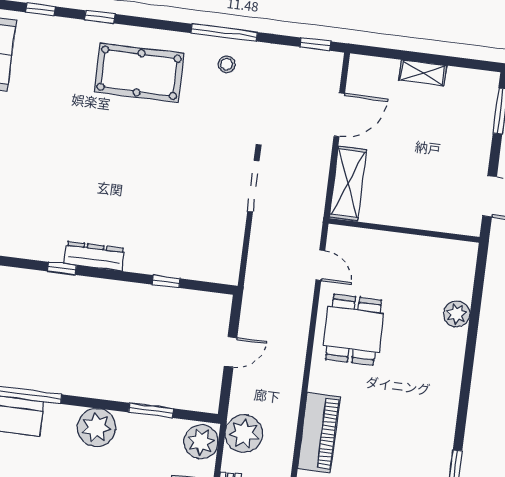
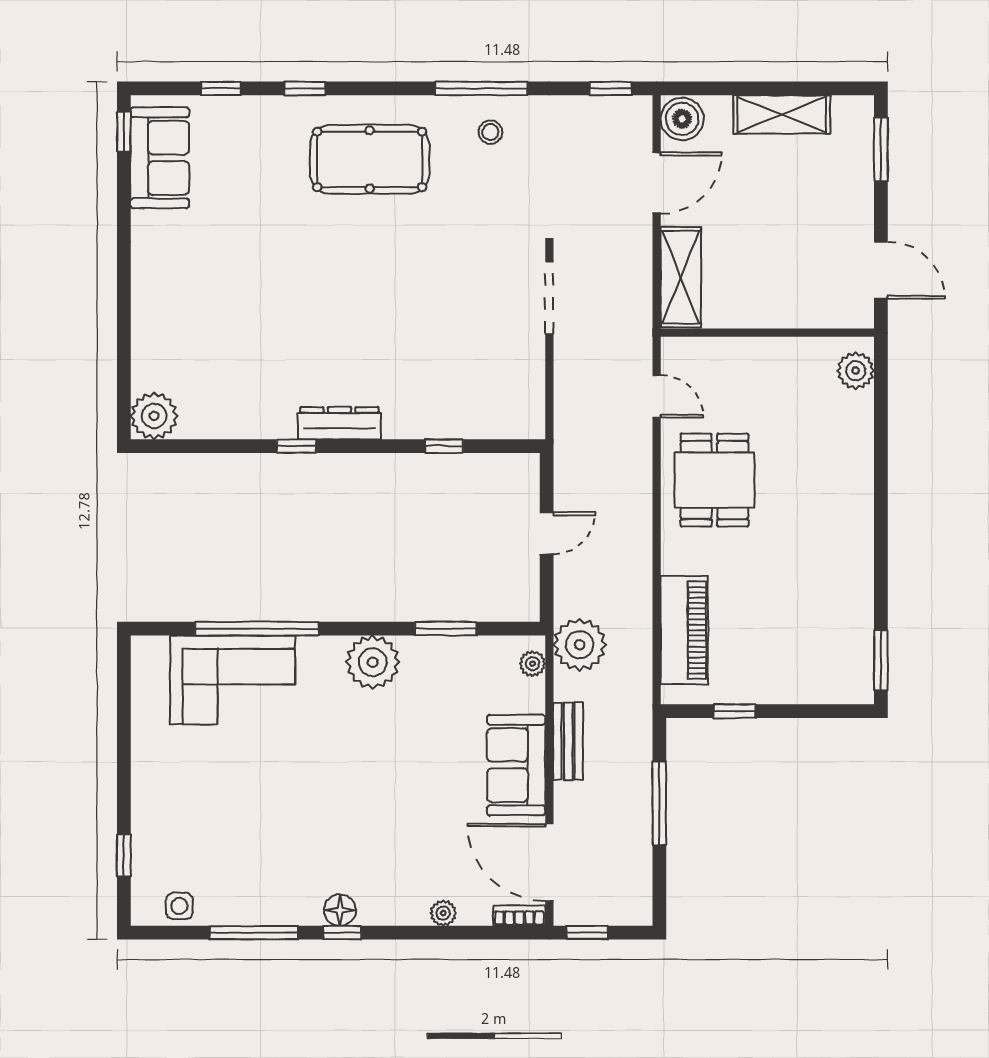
boiler: (363, 72) -> (682, 119), added
shelving: (423, 73) -> (782, 114), width x1.50, depth x1.33
plant: (457, 314) -> (856, 371), moved
plant: (201, 442) -> (532, 664), width x0.53, depth x0.53

